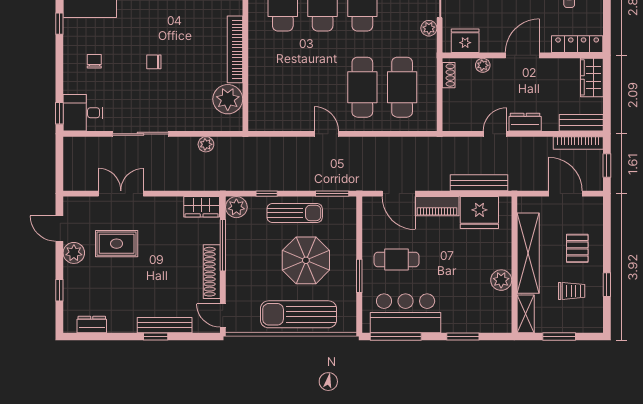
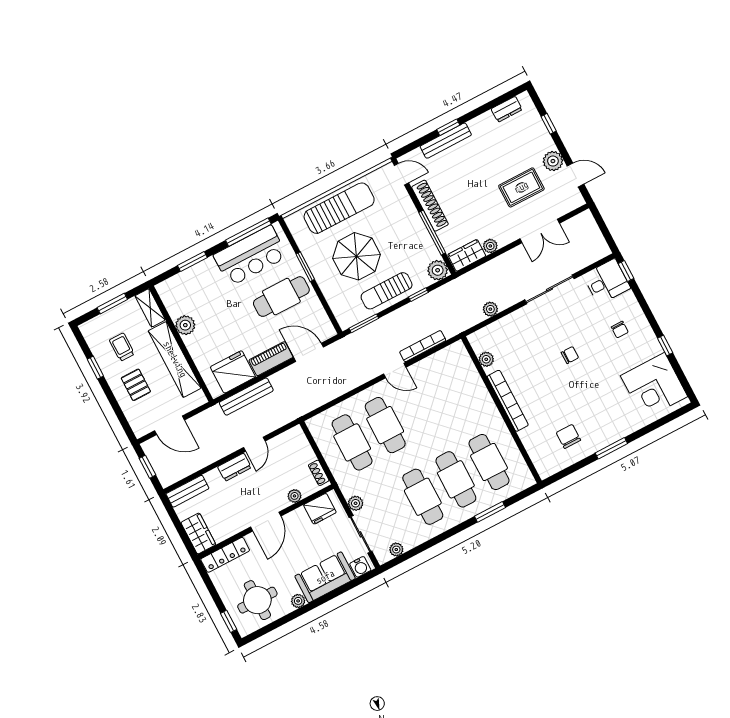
plant: (228, 99) -> (486, 359), width x0.53, depth x0.53
bookcase: (578, 143) -> (423, 346), moved
plant: (175, 204) -> (490, 246), added
cafe table: (397, 260) -> (281, 297), width x1.37, depth x1.35
trolley: (572, 291) -> (122, 347), turned 90

